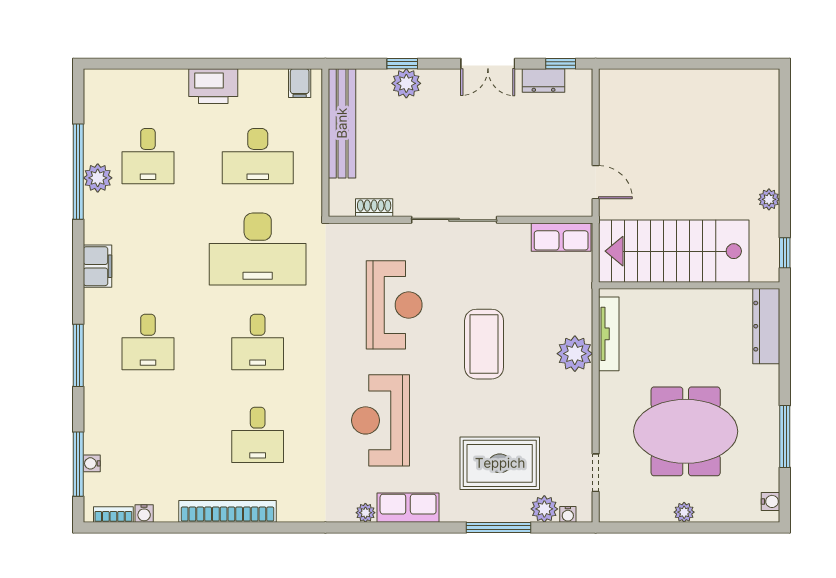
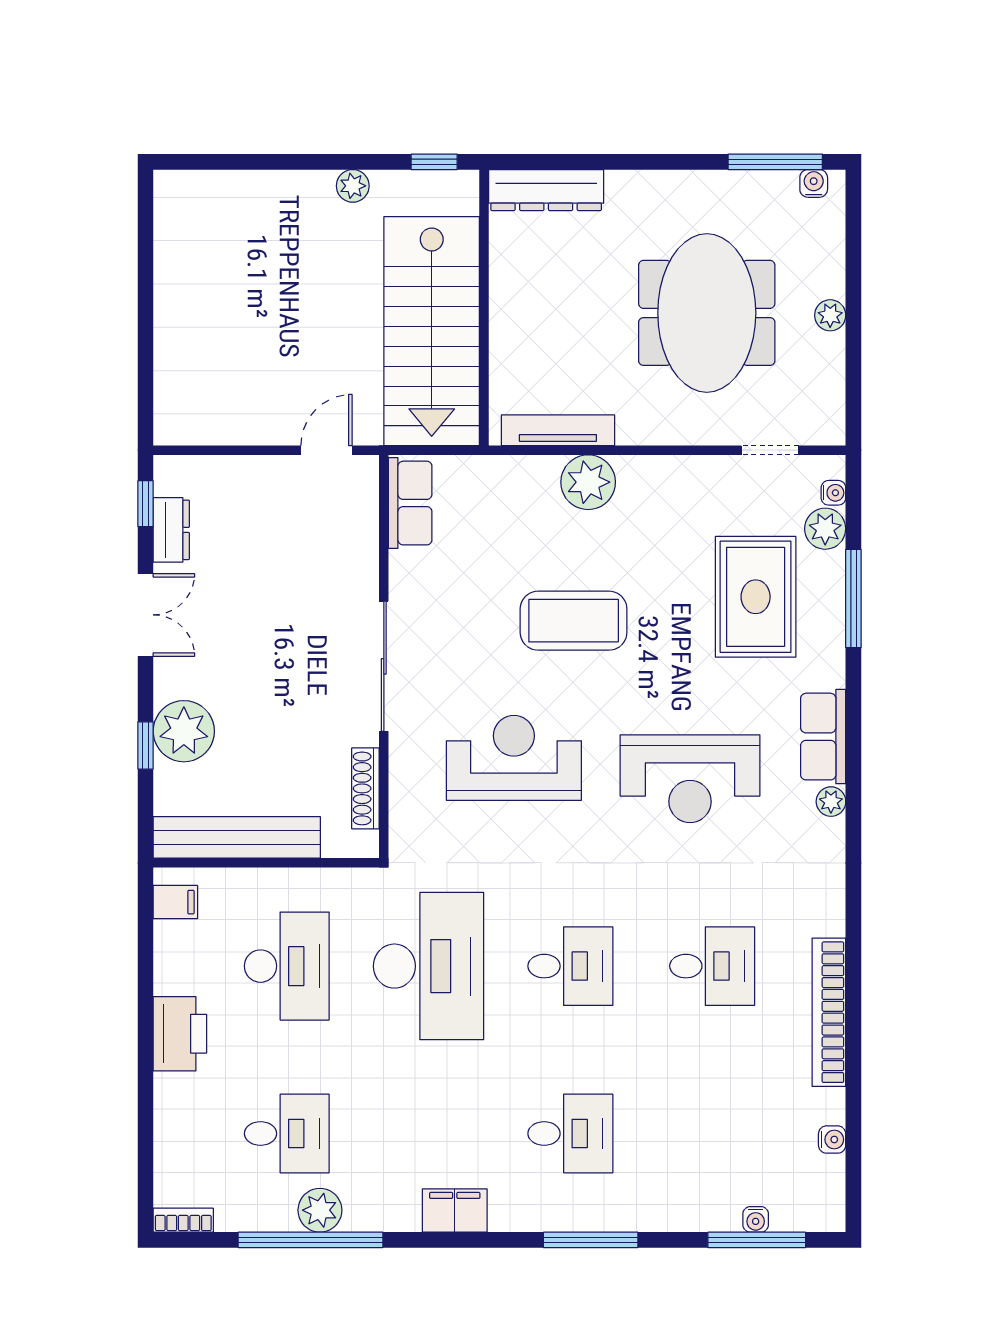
plant: (406, 83) -> (184, 731), width x1.36, depth x1.36
shoe rack: (374, 208) -> (365, 788), width x1.43
window: (785, 436) -> (775, 162), moved
bookcase: (113, 515) -> (183, 1220), moved, turned 90

